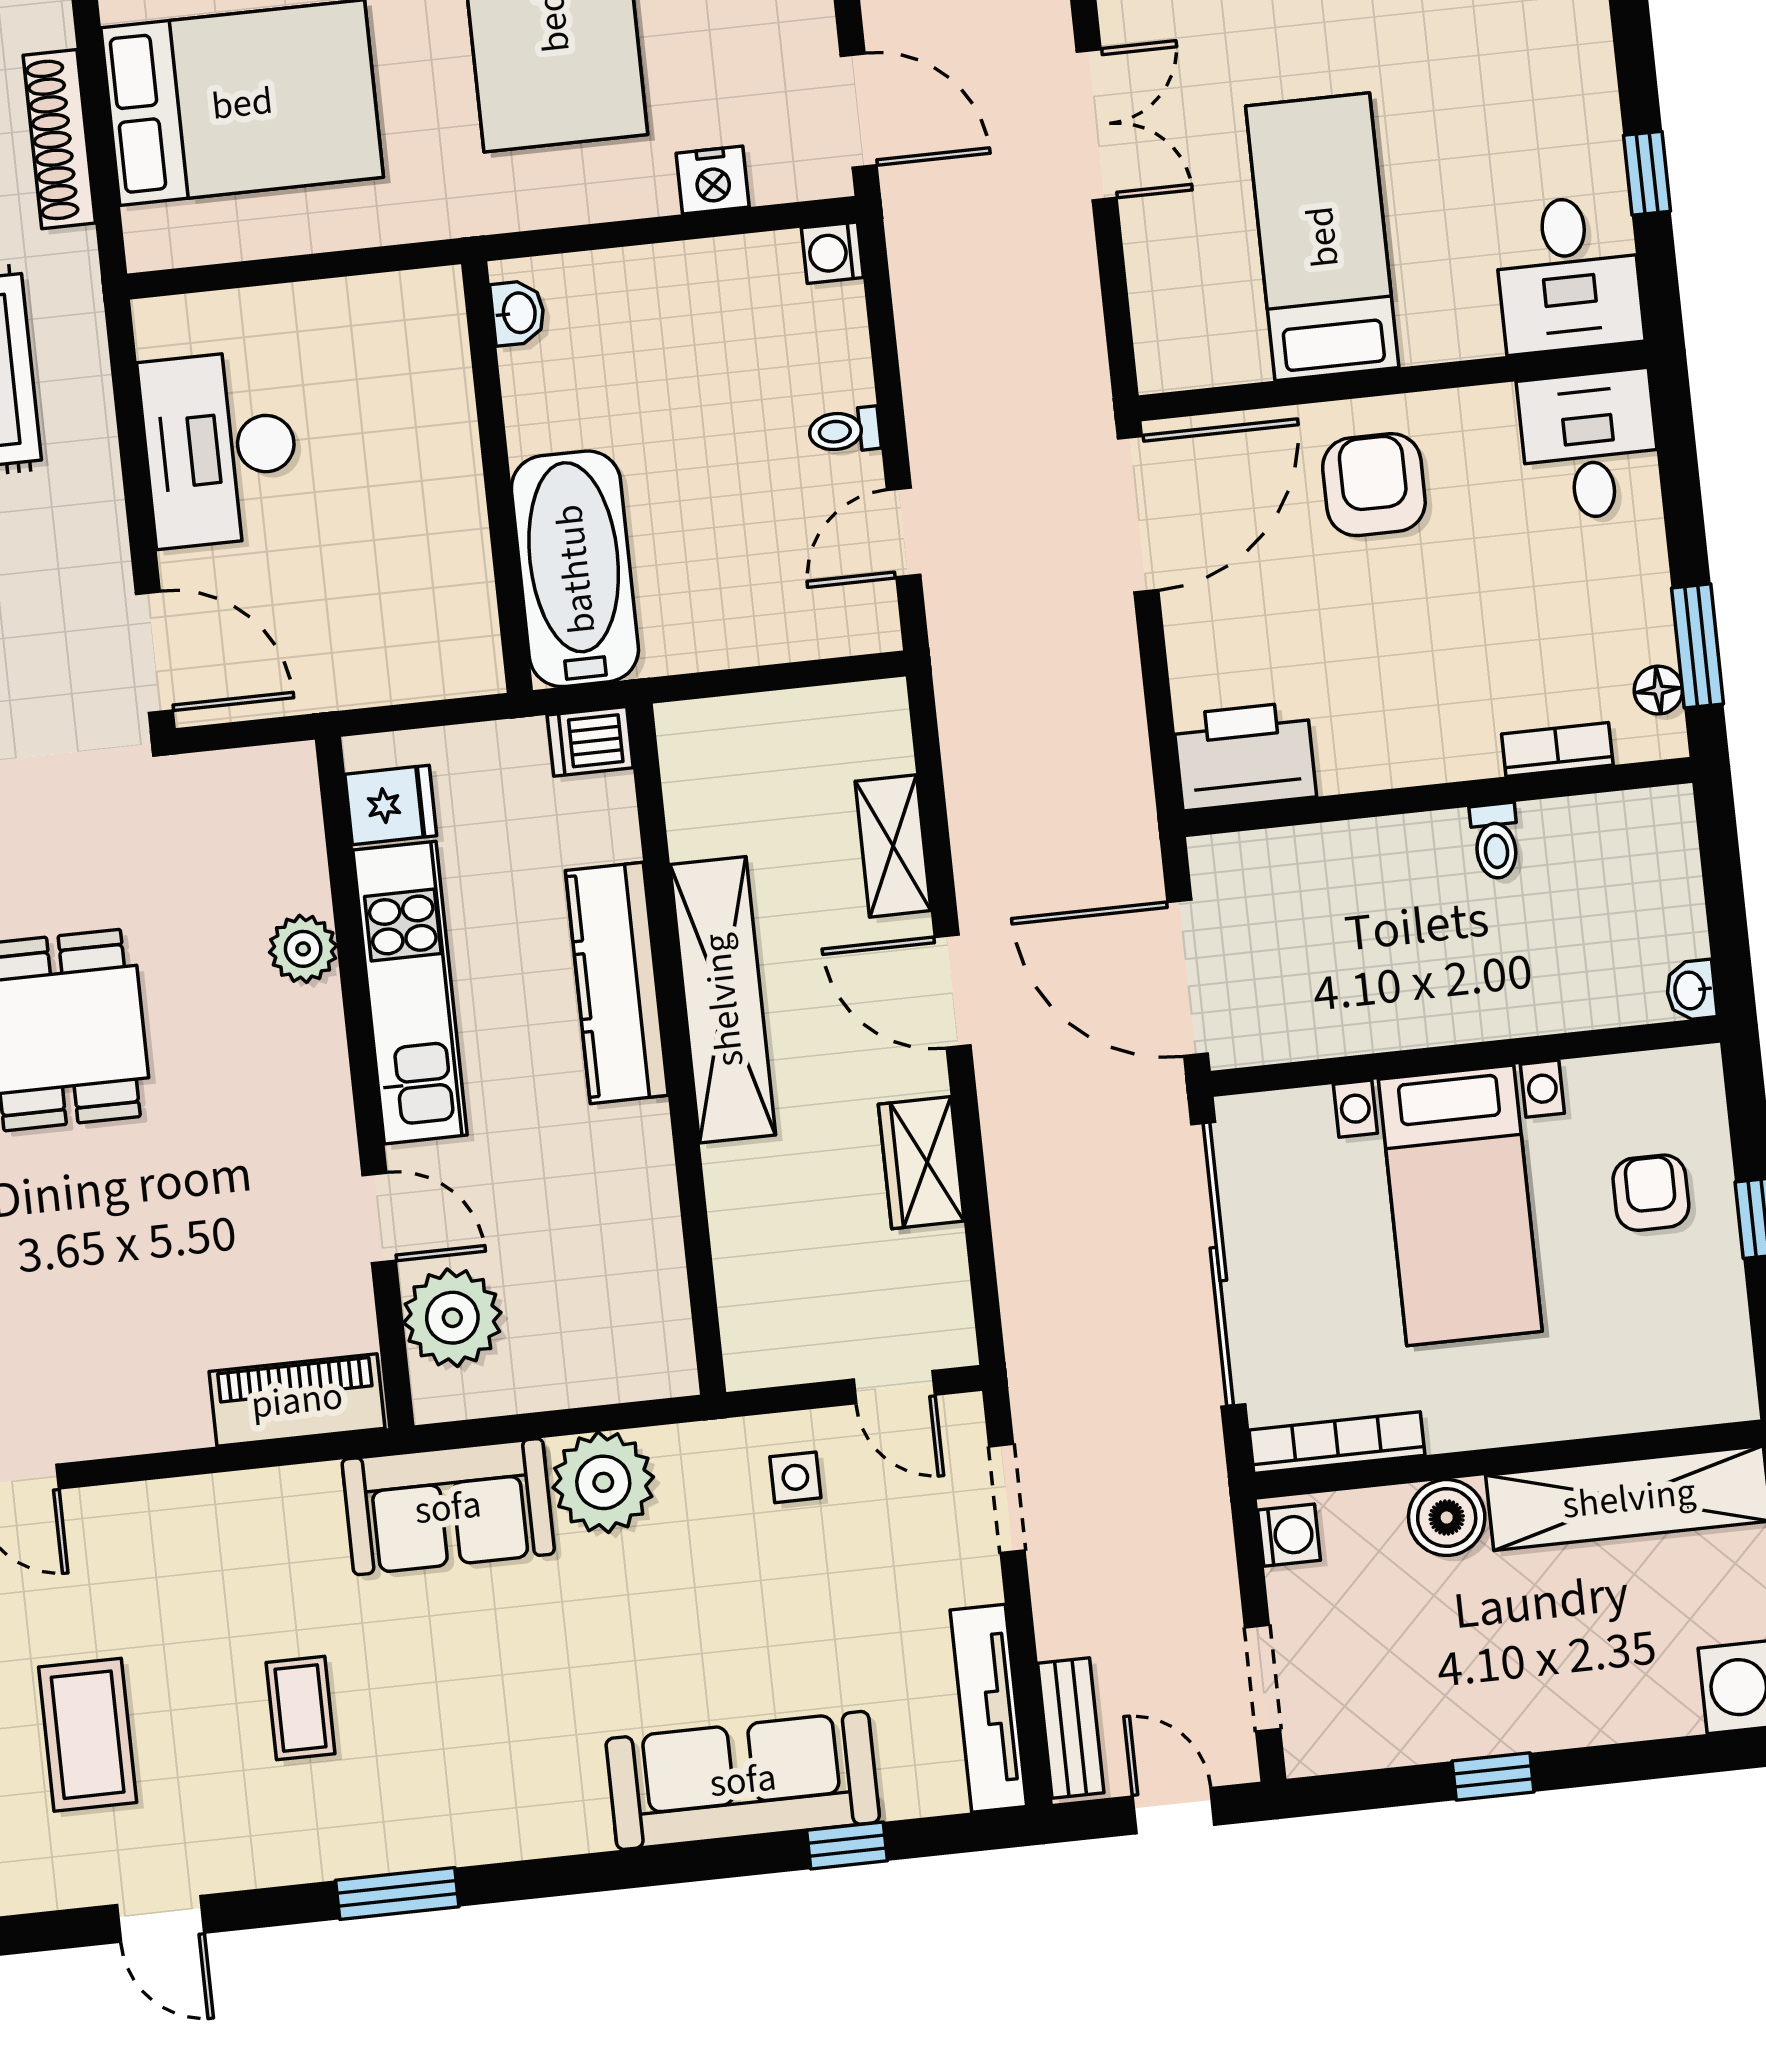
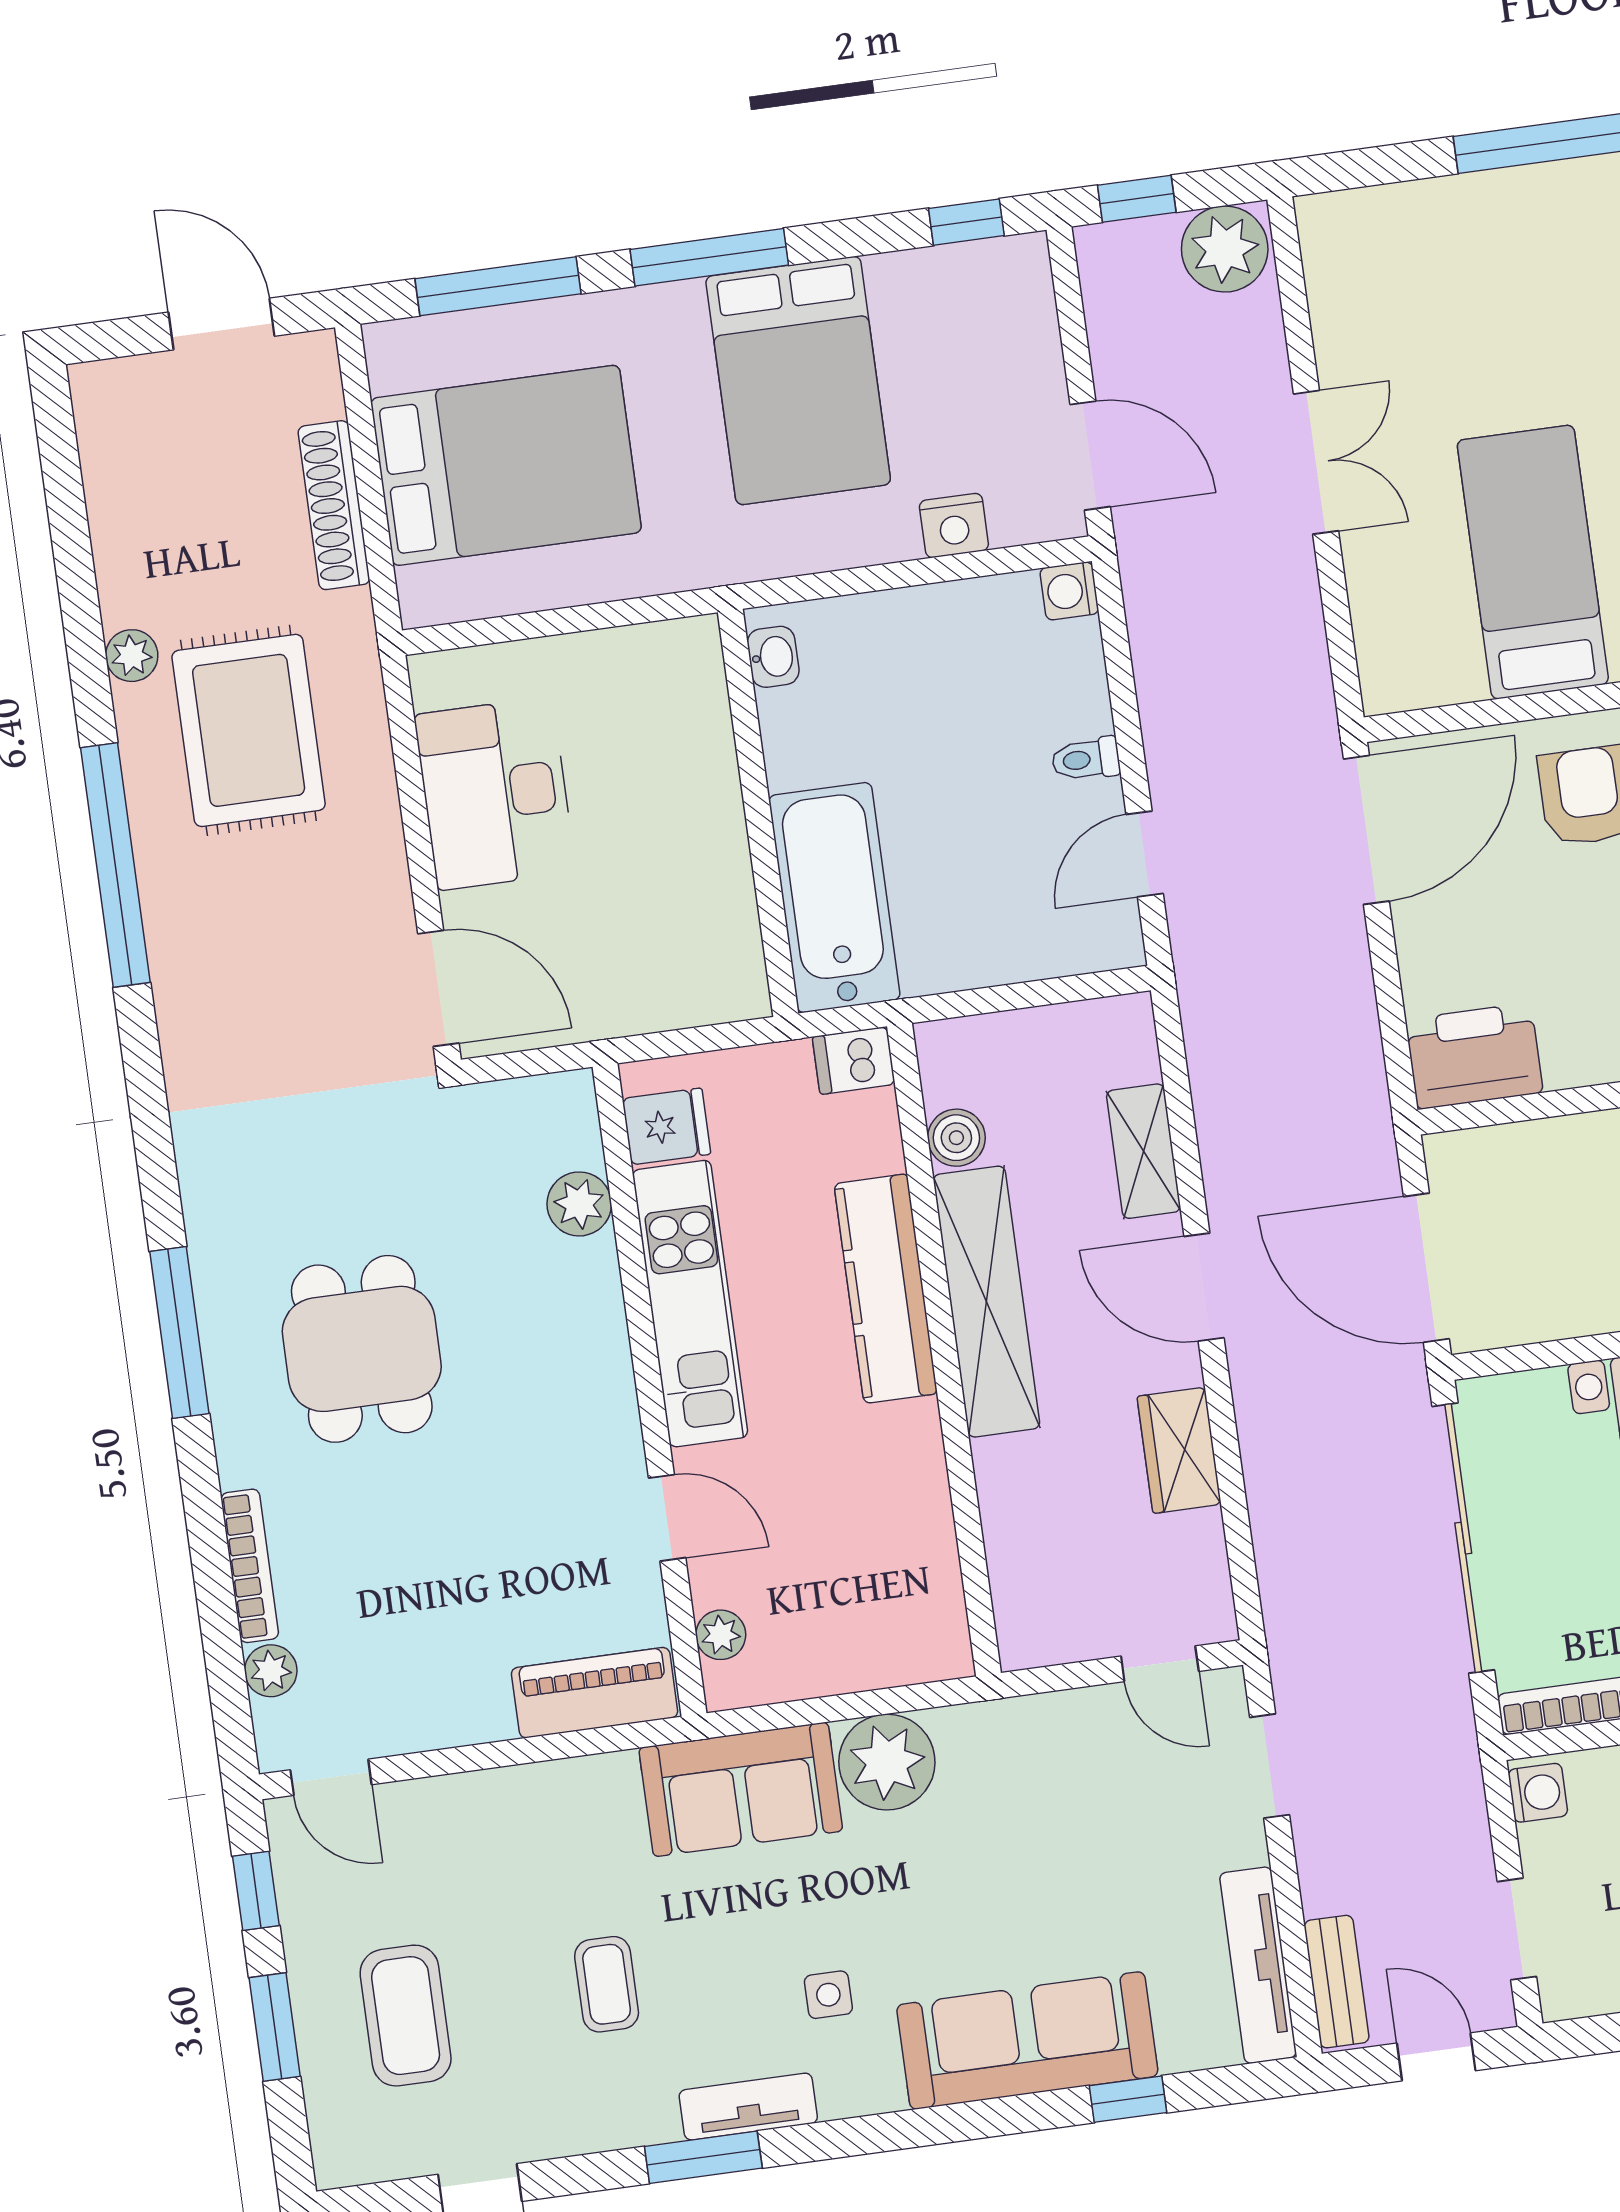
boiler: (696, 826) -> (956, 1138), added
plant: (303, 949) -> (579, 1204), moved
plant: (452, 1318) -> (721, 1635), width x0.53, depth x0.53
side table: (795, 1477) -> (828, 1995), moved
tv unit: (446, 1841) -> (748, 2107), added

